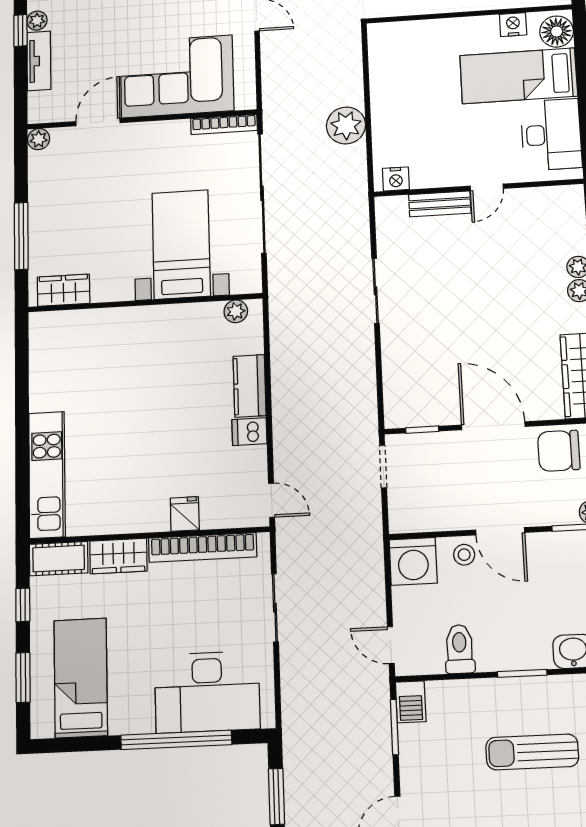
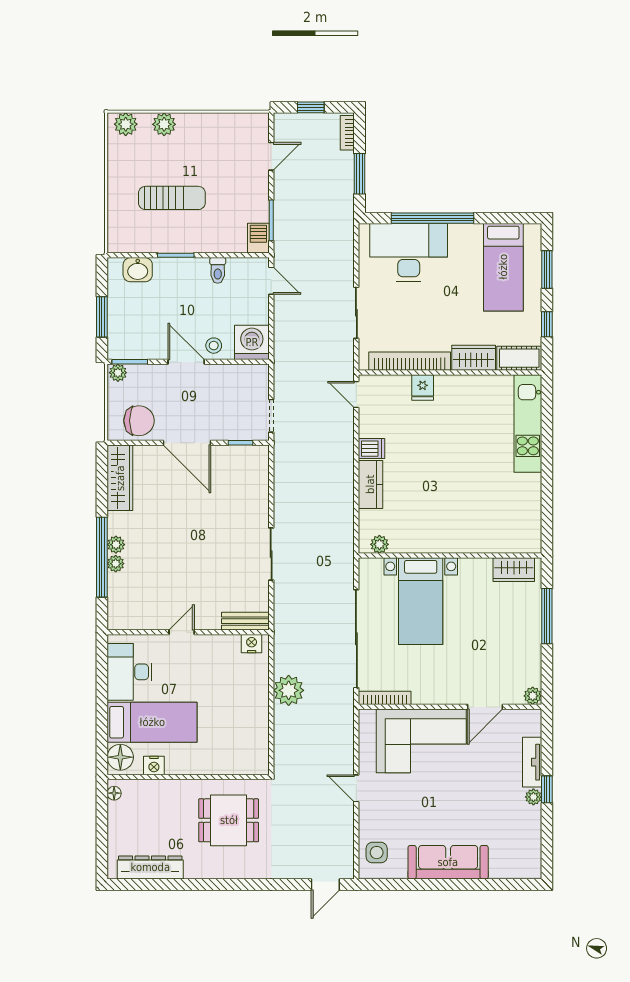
bench: (440, 204) -> (245, 621), moved
toilet: (460, 649) -> (218, 270), width x0.73, depth x0.72

